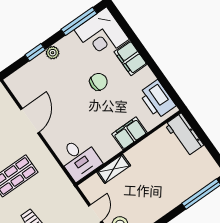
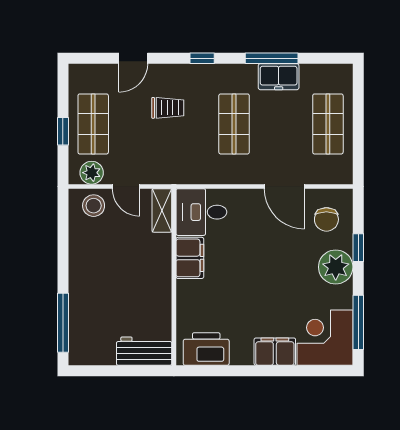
plant: (53, 53) -> (336, 267), width x1.88, depth x1.88
chair: (98, 82) -> (326, 219), moved
filing cabinet: (129, 133) -> (190, 258), moved
shelving: (114, 169) -> (162, 210), moved

